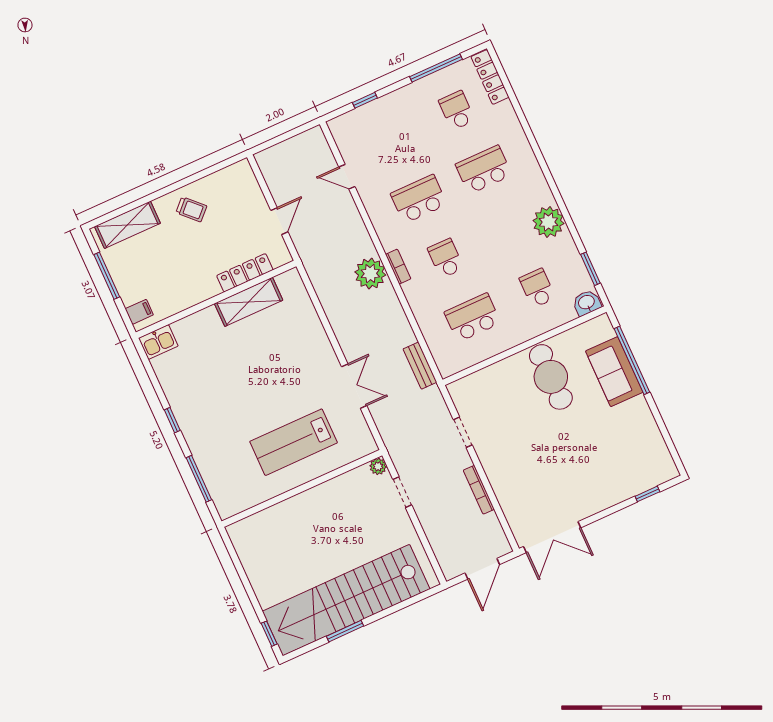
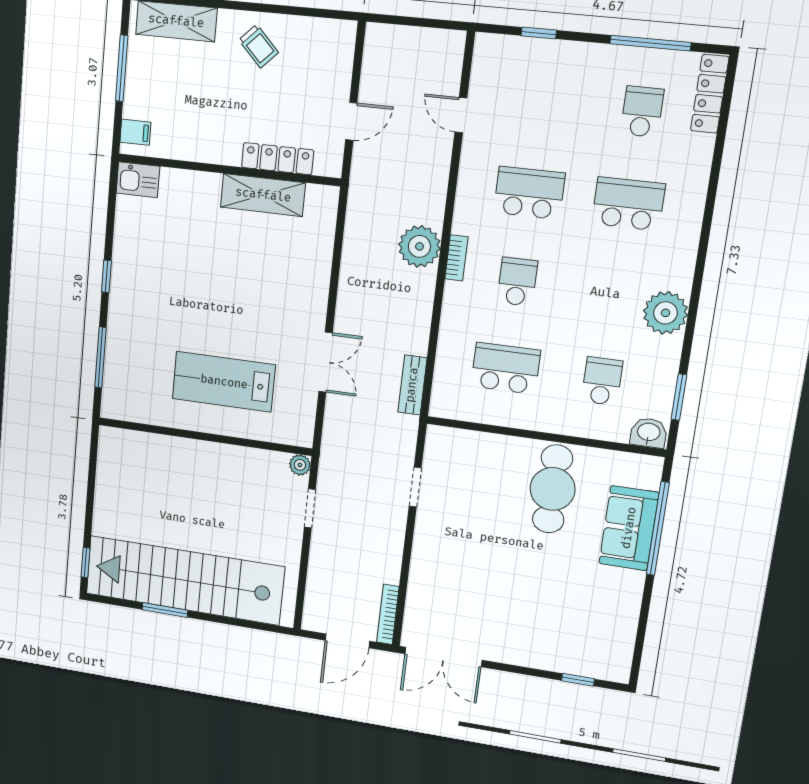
bookcase: (479, 490) -> (388, 614), moved

